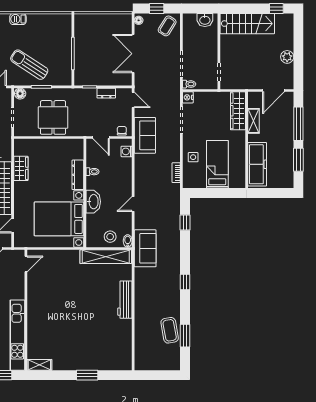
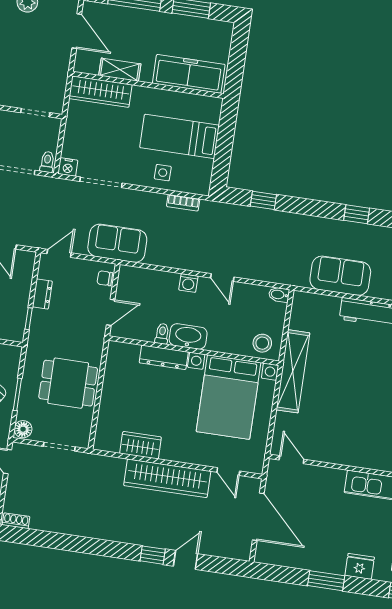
washing machine: (127, 151) -> (188, 283), moved
washbasin: (93, 202) -> (188, 336), moved
stool: (110, 237) -> (262, 343), moved
sofa: (145, 248) -> (340, 276), moved
shelving: (106, 257) -> (293, 371), moved

